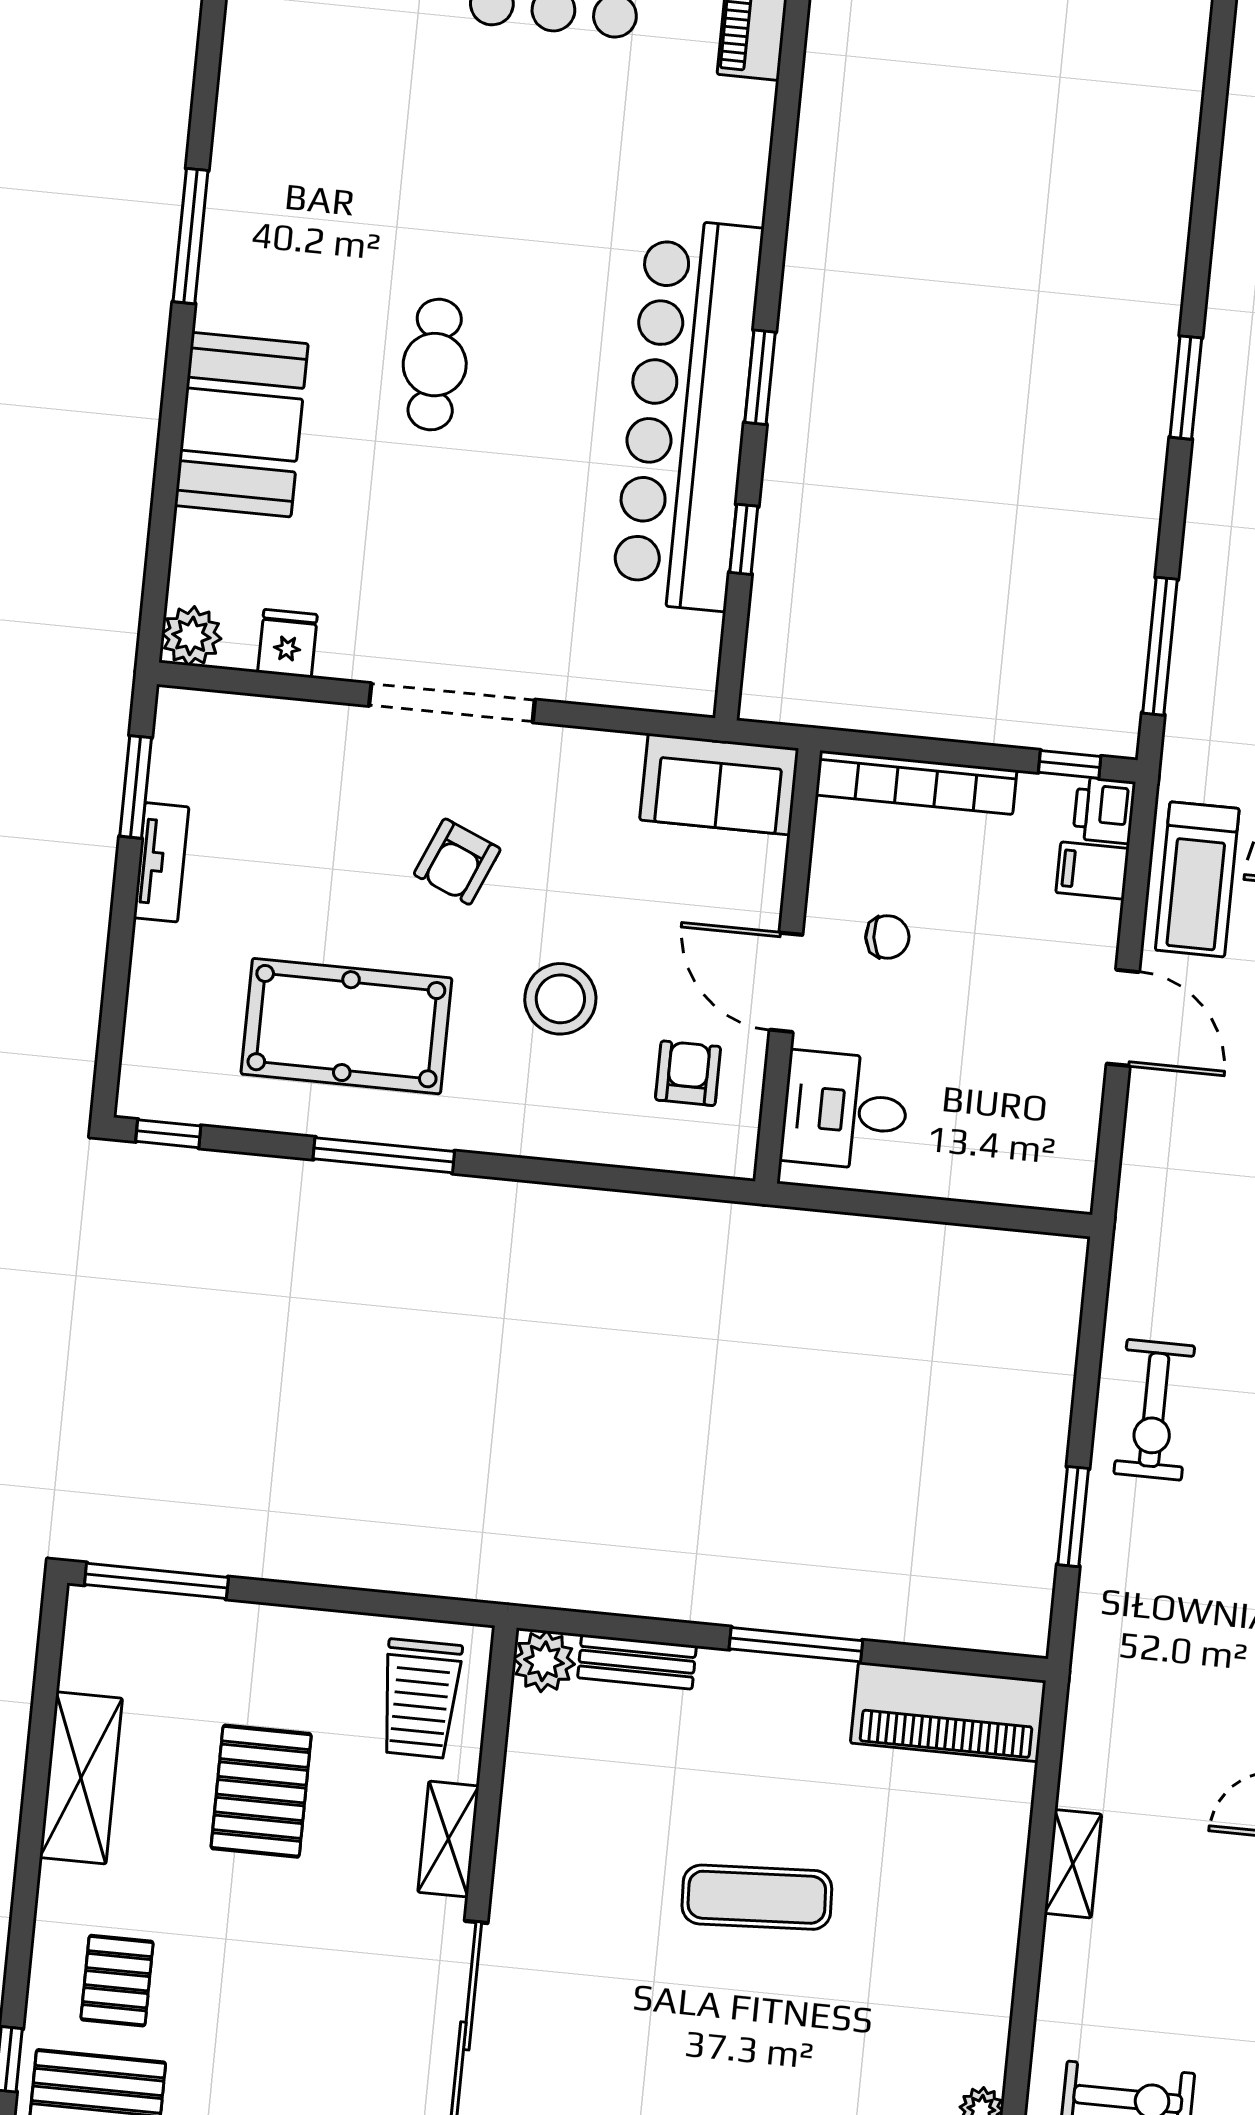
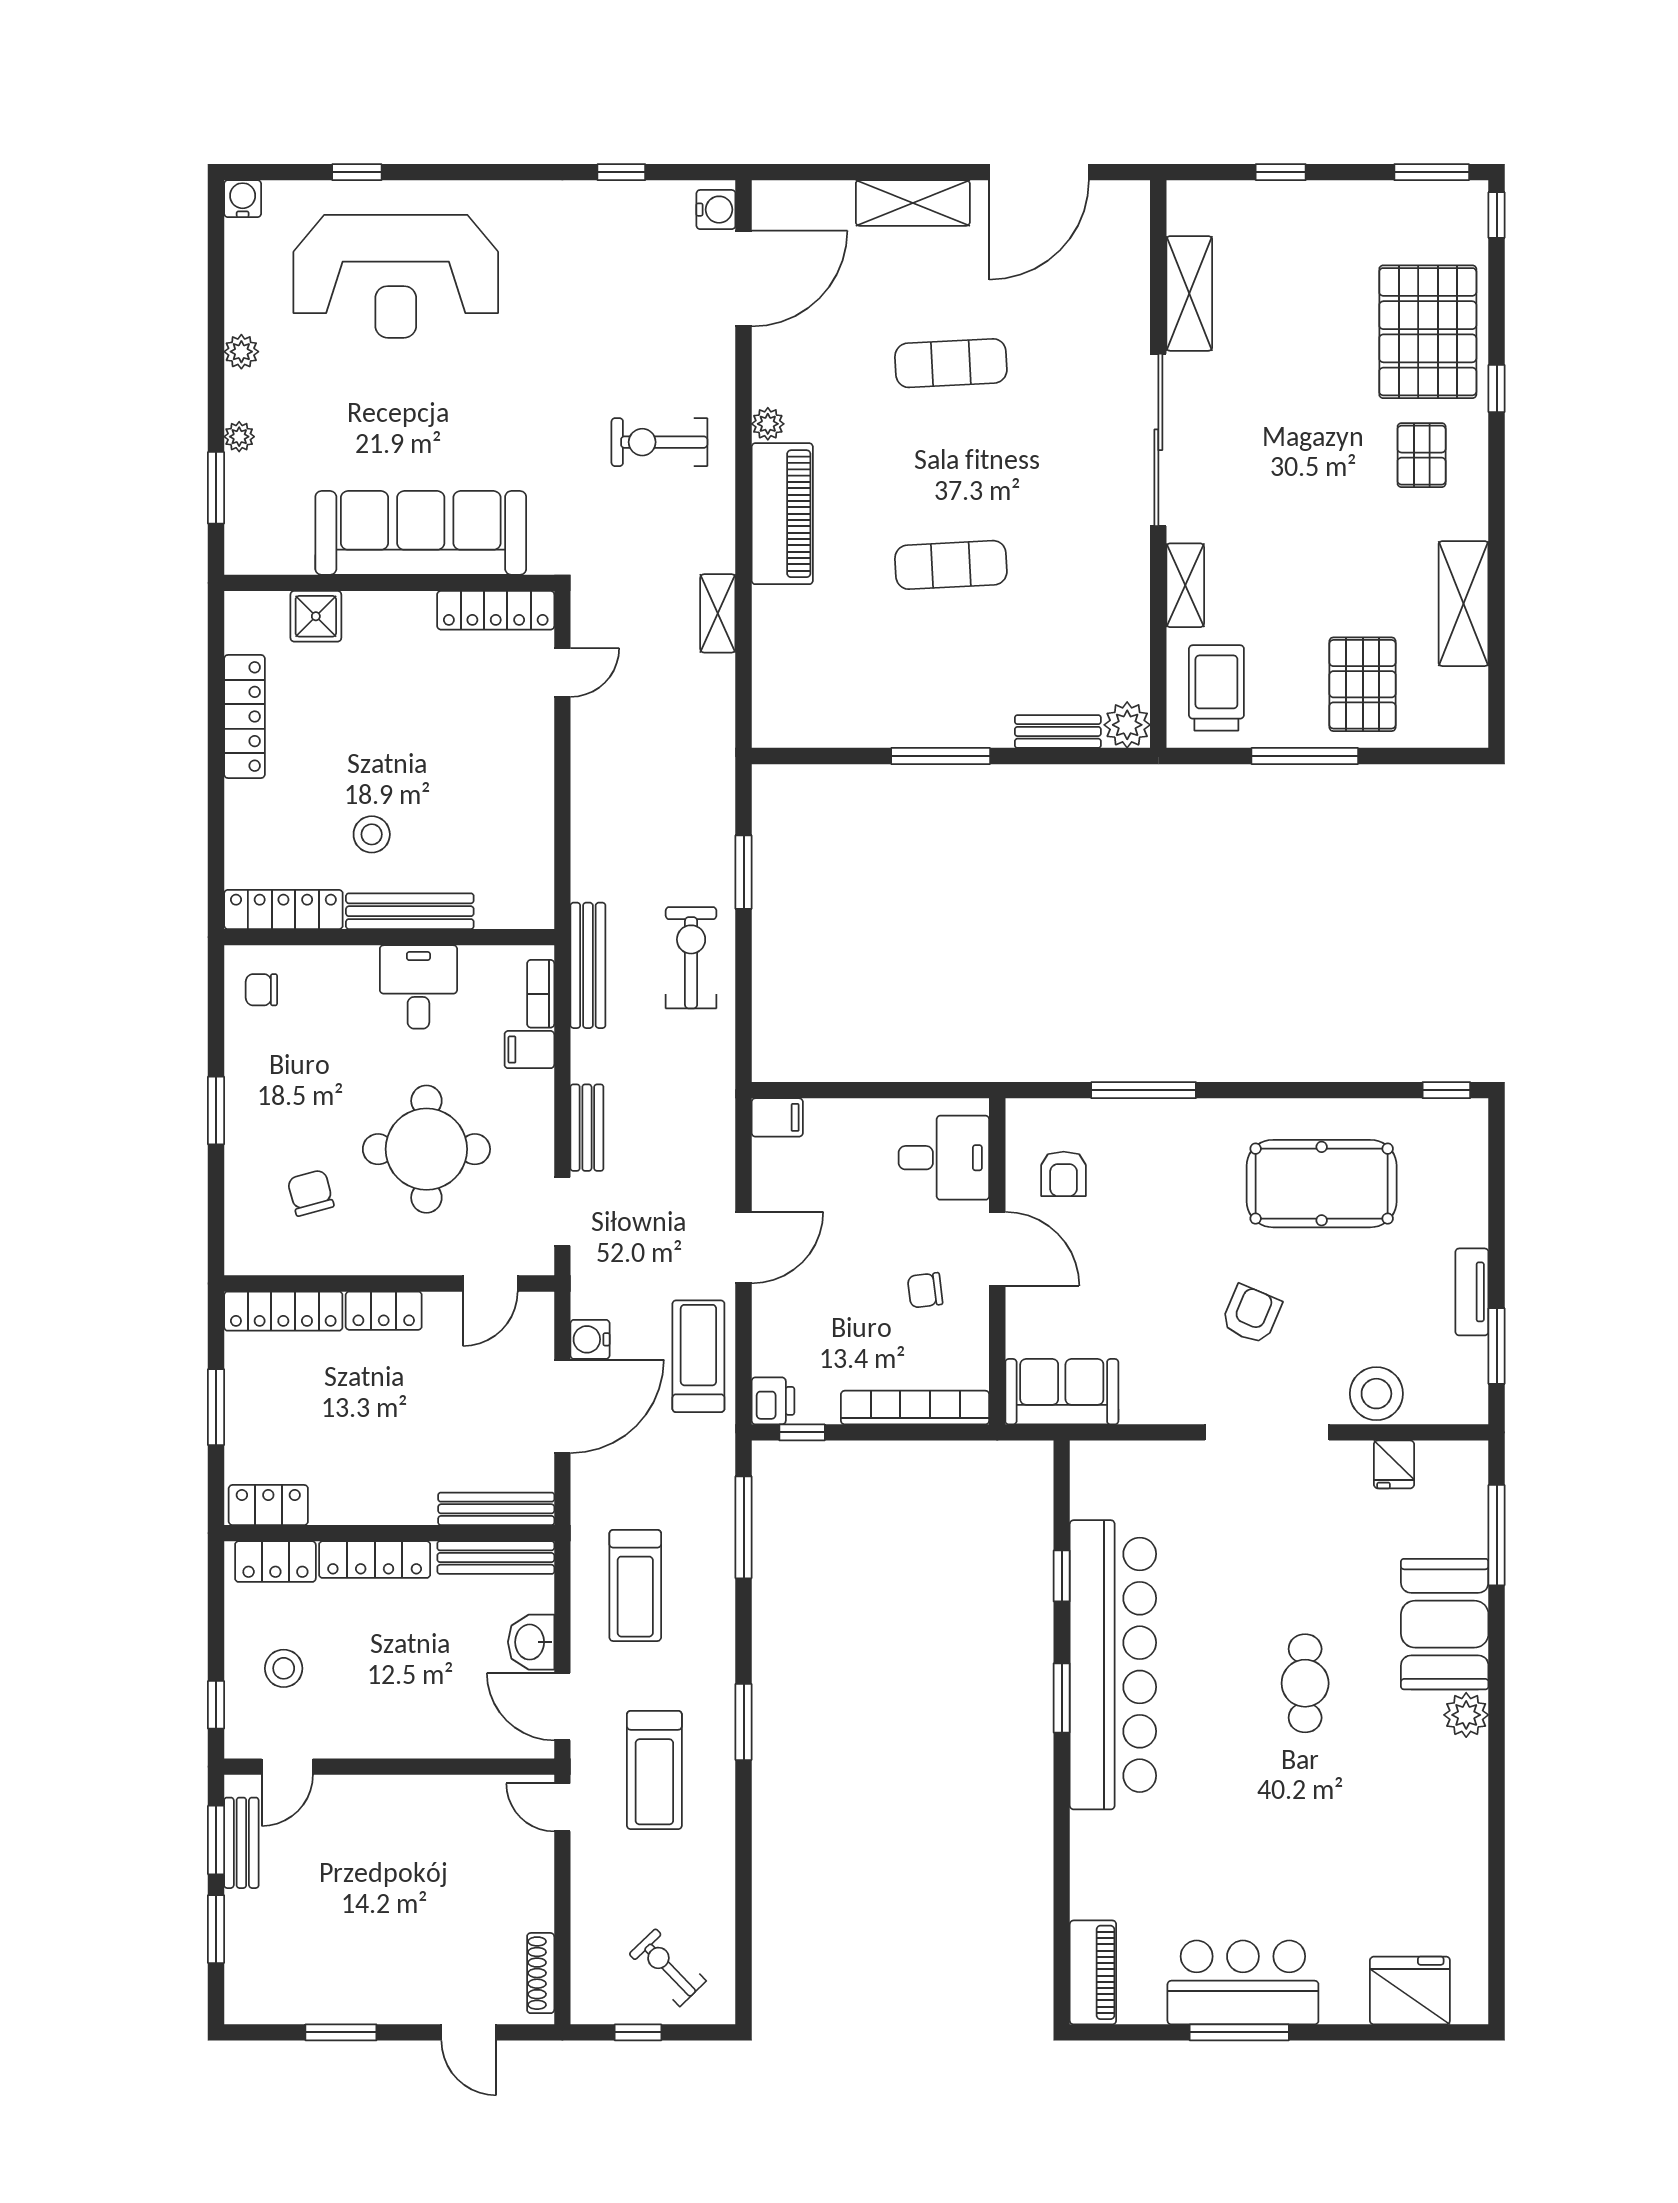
window: (191, 236) -> (1497, 1535), moved
plant: (191, 636) -> (1466, 1715), moved
filing cabinet: (1092, 871) -> (777, 1117), moved
stool: (560, 999) -> (1376, 1394), moved
door: (1123, 1018) -> (744, 1248), swing flipped
window: (384, 1155) -> (1144, 1090), moved
window: (156, 1581) -> (1305, 756), moved
piano: (948, 1712) -> (782, 514), moved, turned 90
pallet: (261, 1791) -> (1363, 684), moved

